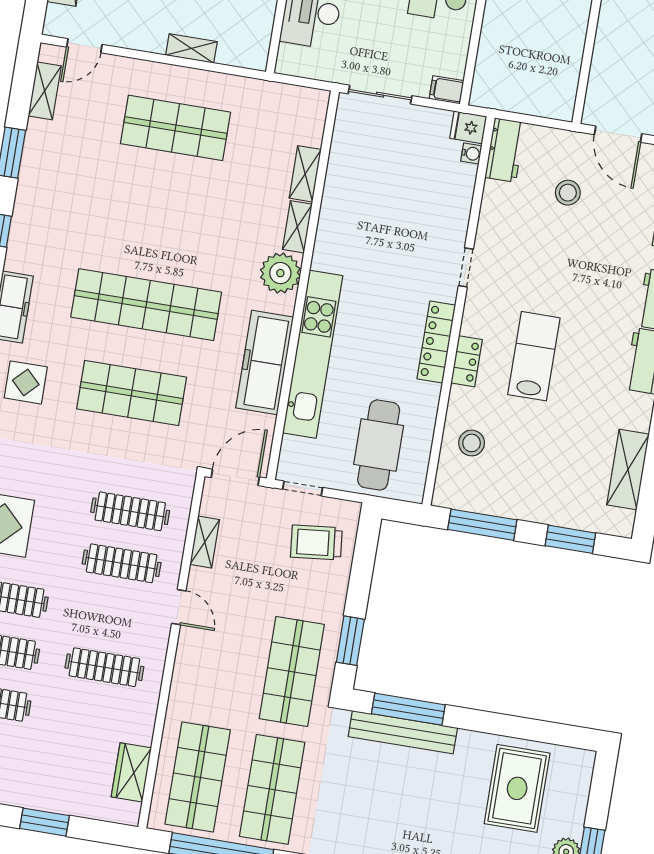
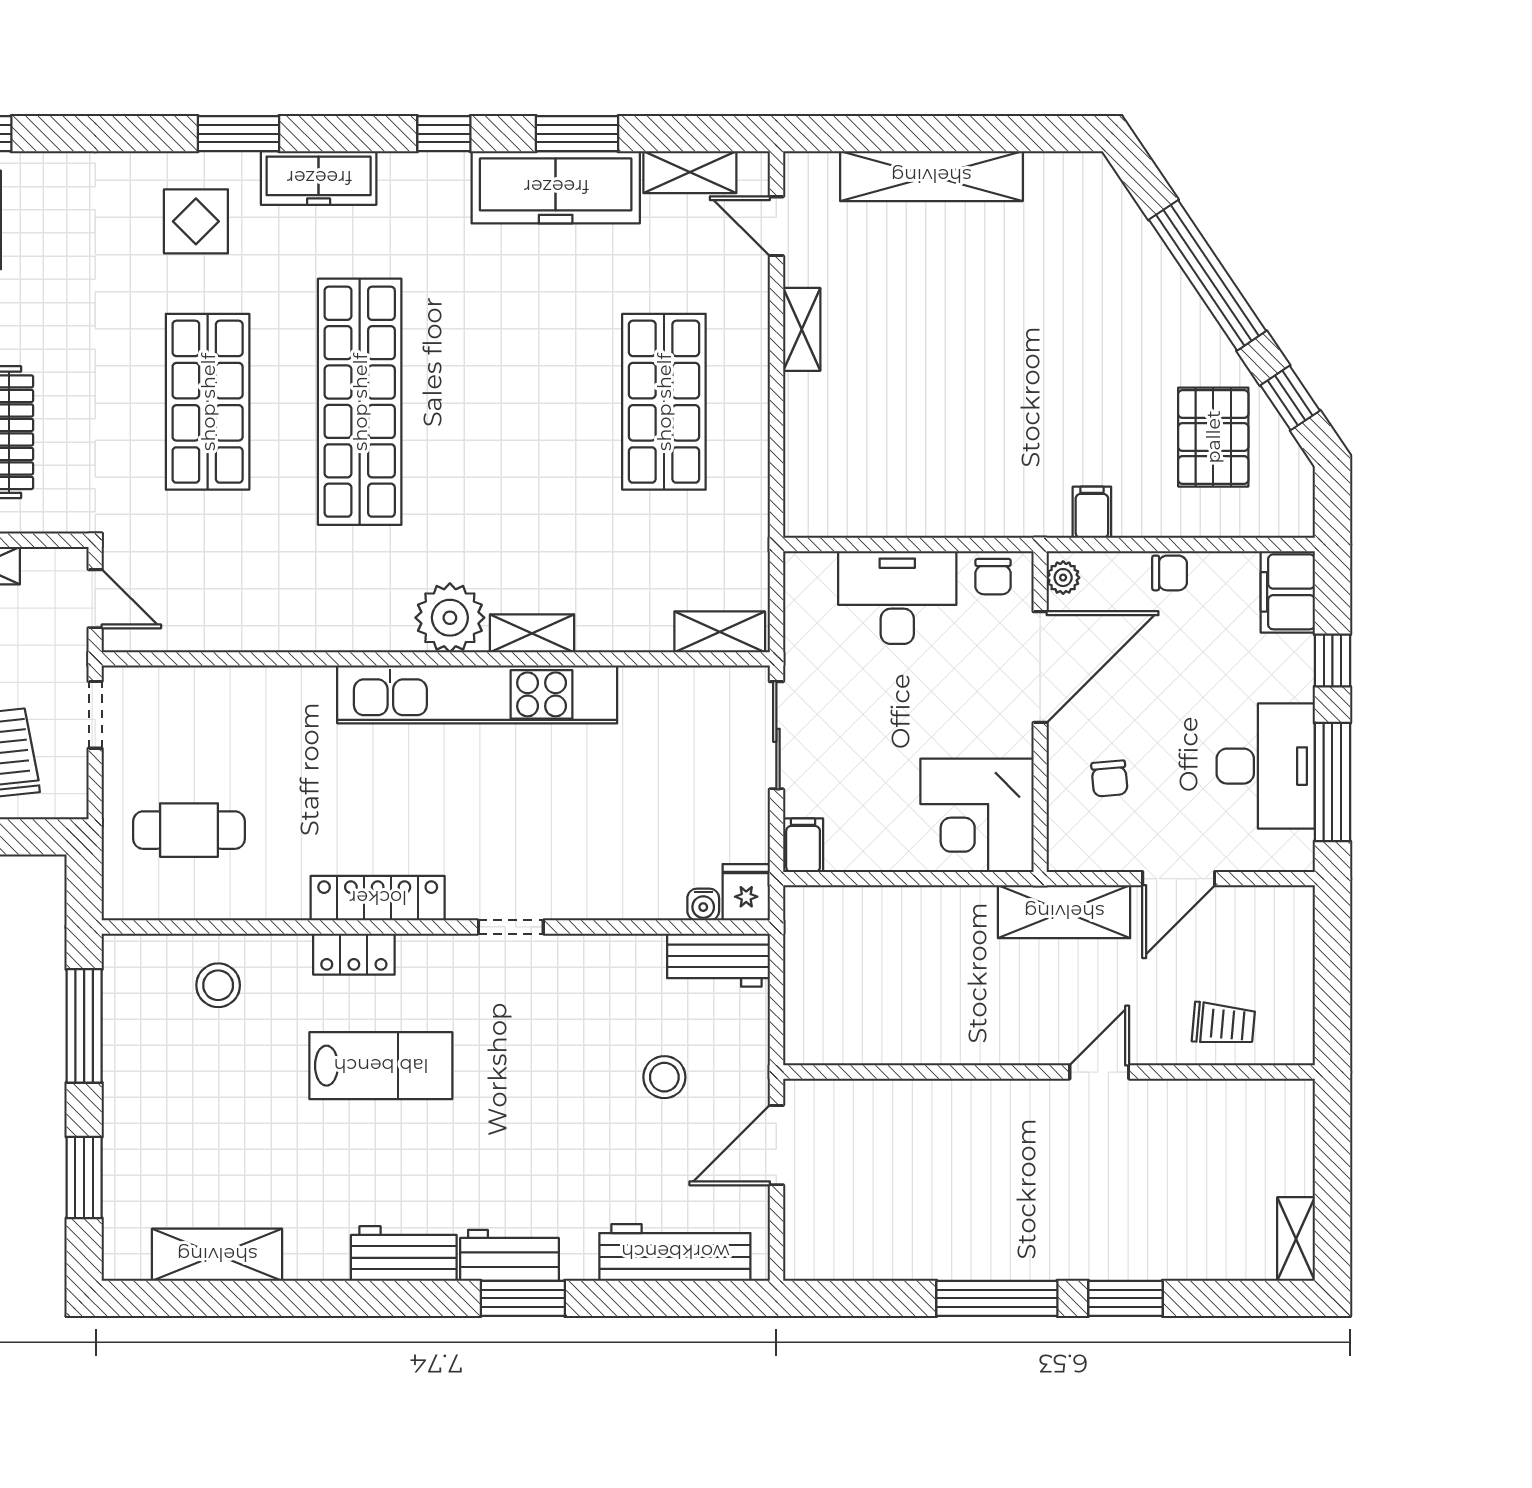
shelving: (191, 48) -> (802, 329), moved
shelving: (305, 174) -> (720, 632), moved
kitchen unit: (313, 354) -> (477, 694), moved
freezer: (265, 363) -> (556, 187), moved, turned 180
cafe table: (379, 445) -> (189, 830), width x0.73, depth x0.74
door: (235, 477) -> (95, 599), width x0.73

